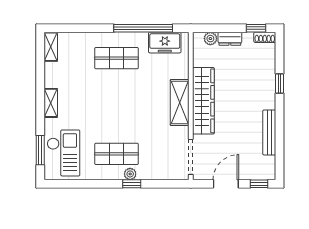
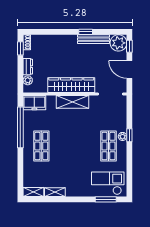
freezer: (165, 43) -> (34, 103), moved, turned 90
window: (279, 84) -> (86, 32), moved
shelving: (51, 103) -> (55, 192), moved
plant: (264, 168) -> (118, 43), added

